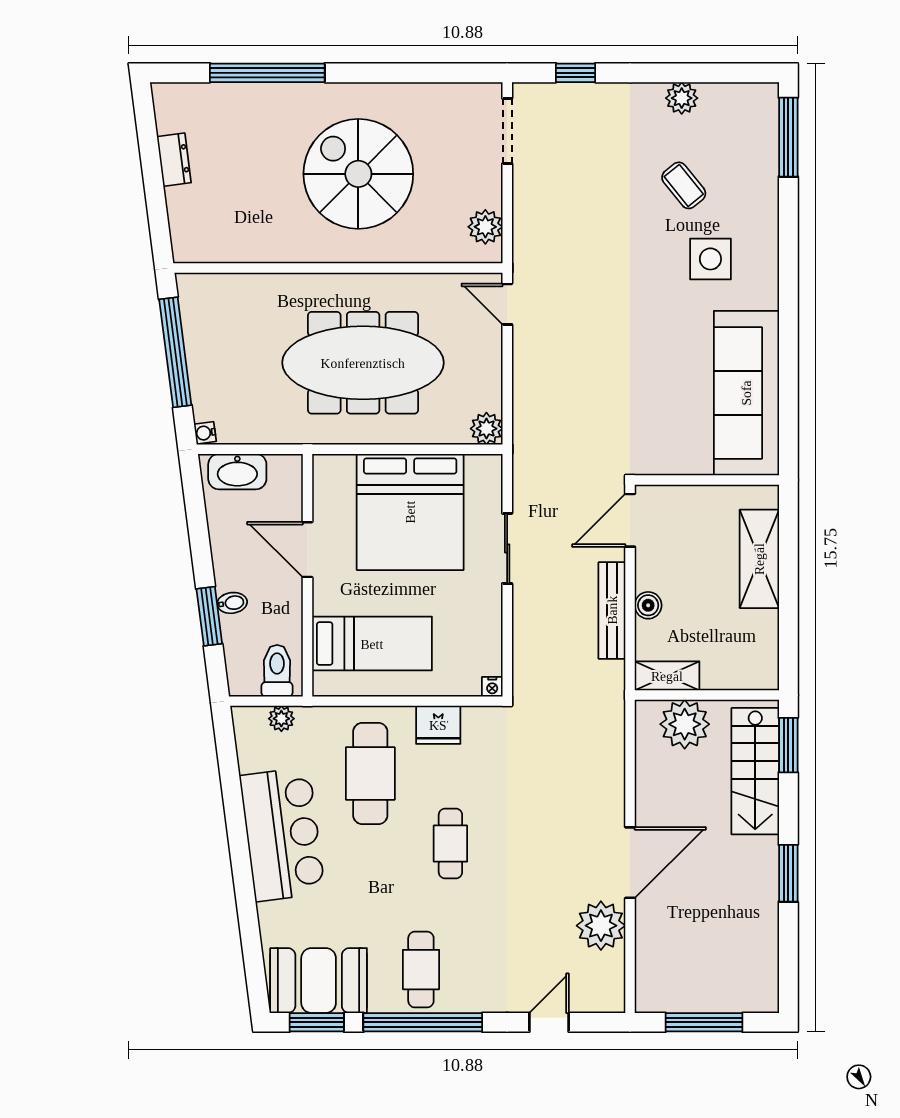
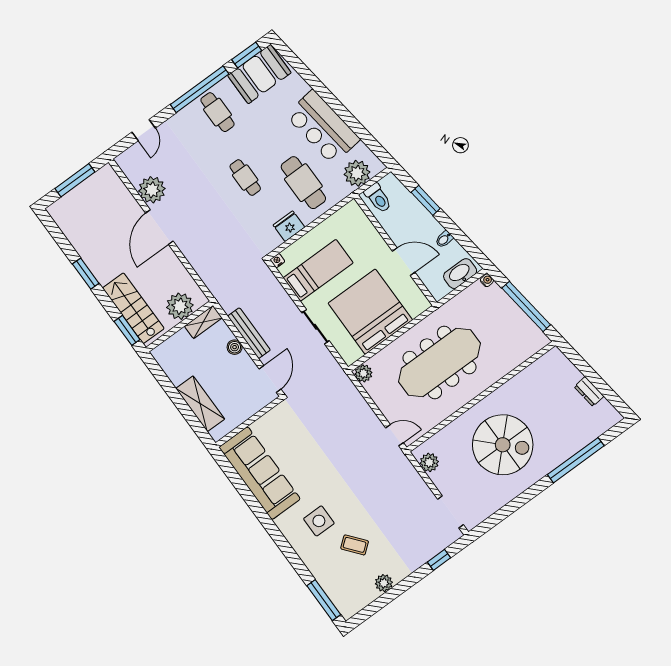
bidet: (232, 603) -> (444, 239), moved
bed: (372, 644) -> (318, 270), moved, turned 180
plant: (281, 719) -> (357, 173), width x1.87, depth x1.87

